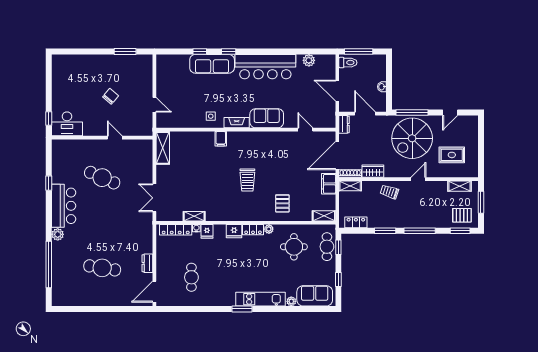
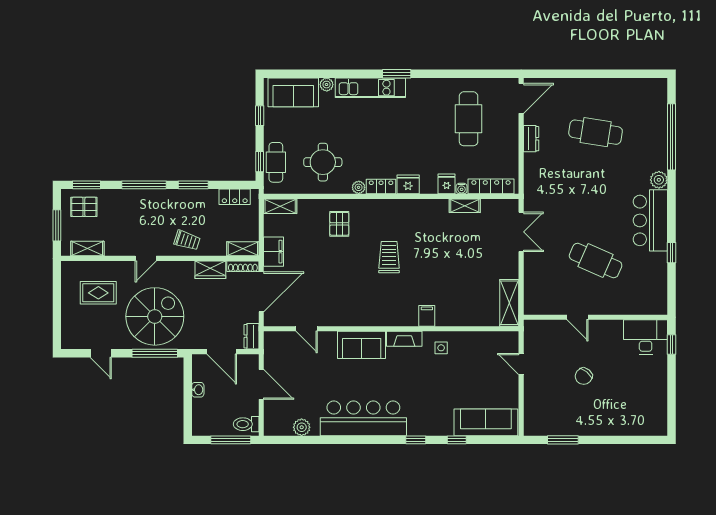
sofa: (212, 64) -> (486, 422), moved
door: (450, 112) -> (101, 353), swing flipped
cafe table: (191, 277) -> (469, 119), width x1.37, depth x1.35

